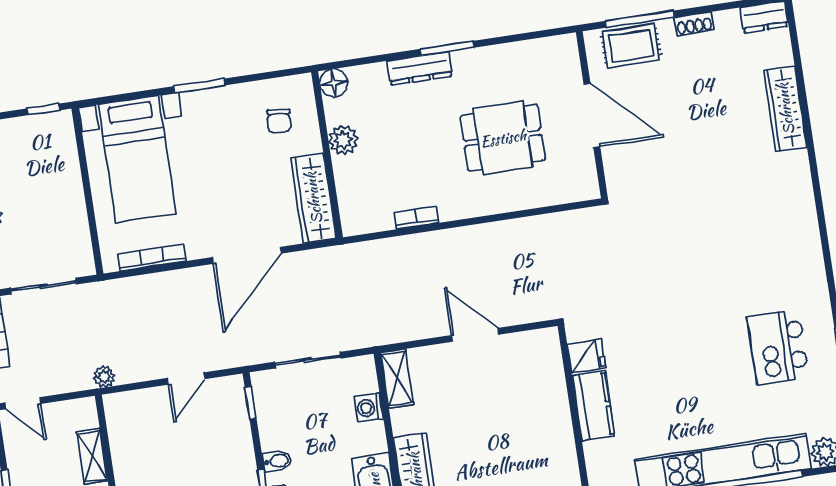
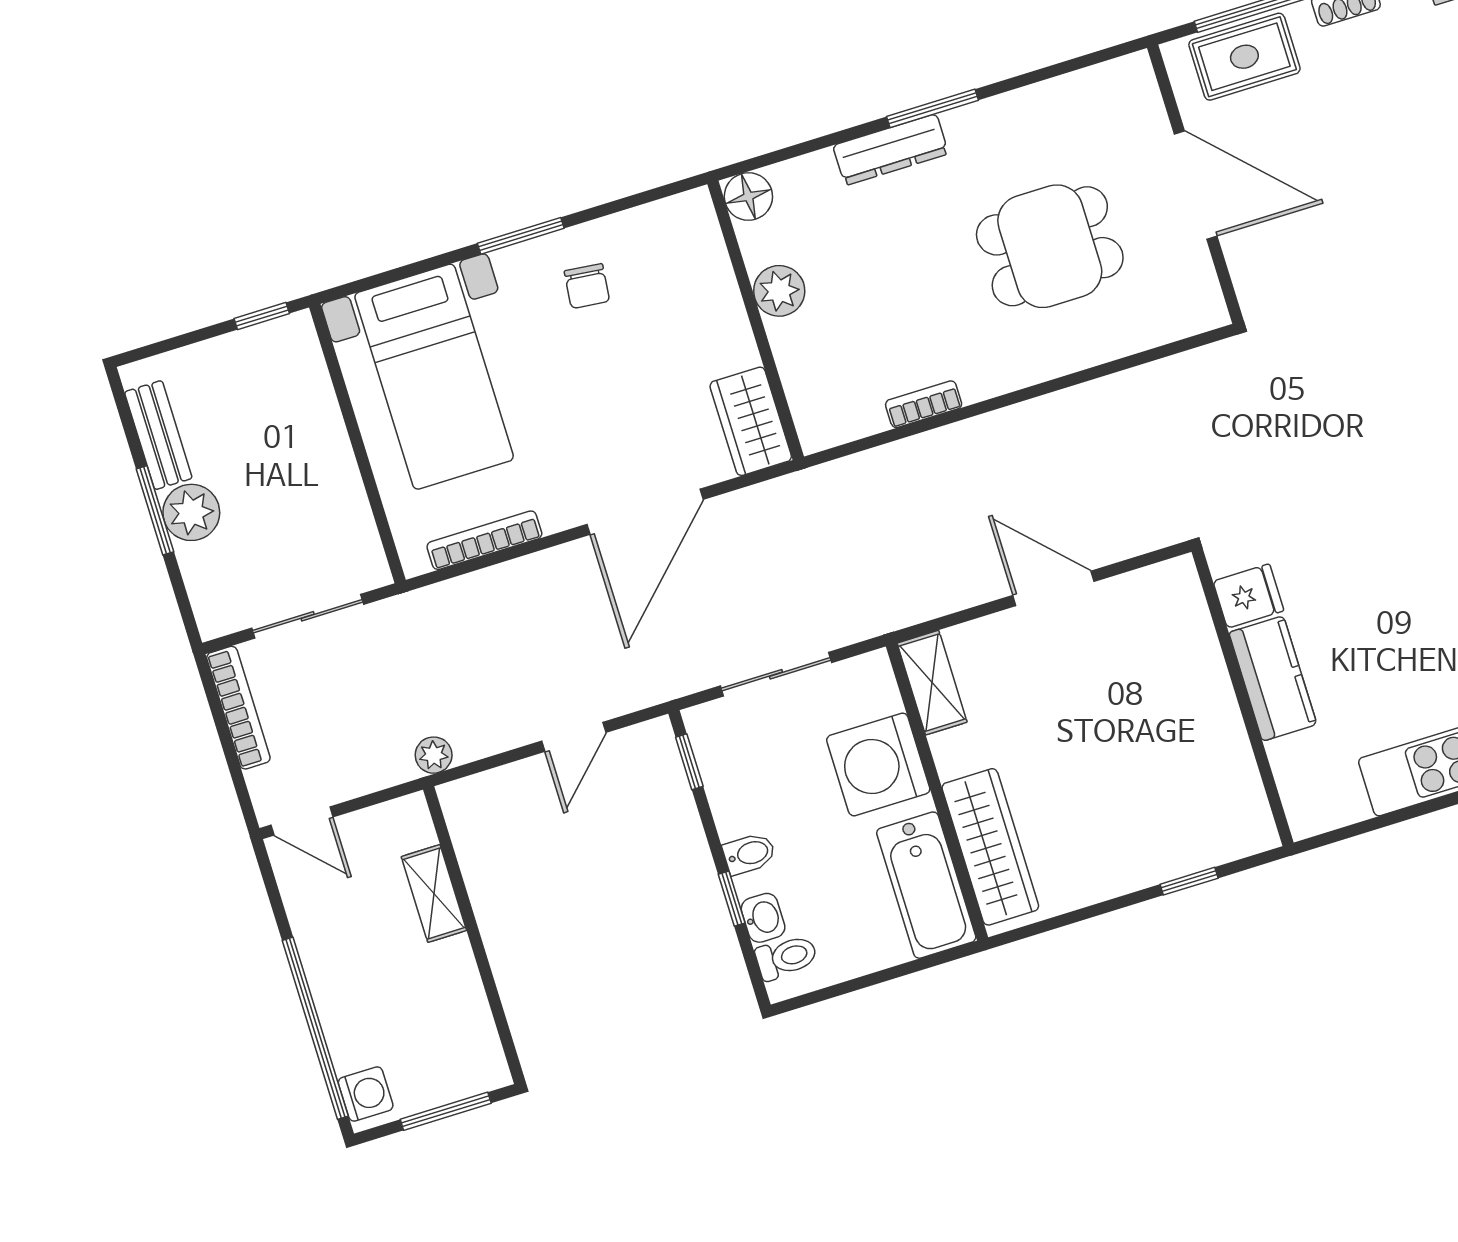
chair: (279, 121) -> (587, 286), moved
wardrobe: (313, 198) -> (751, 421), width x0.67
washing machine: (369, 408) -> (878, 764), width x1.89, depth x1.89

